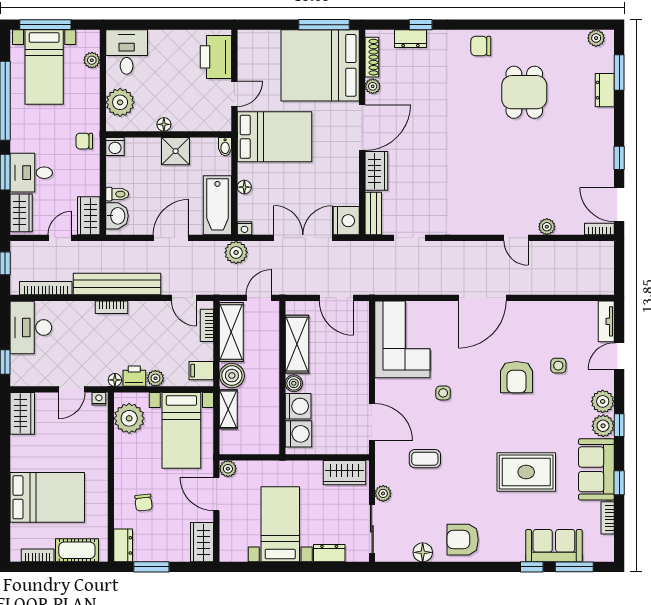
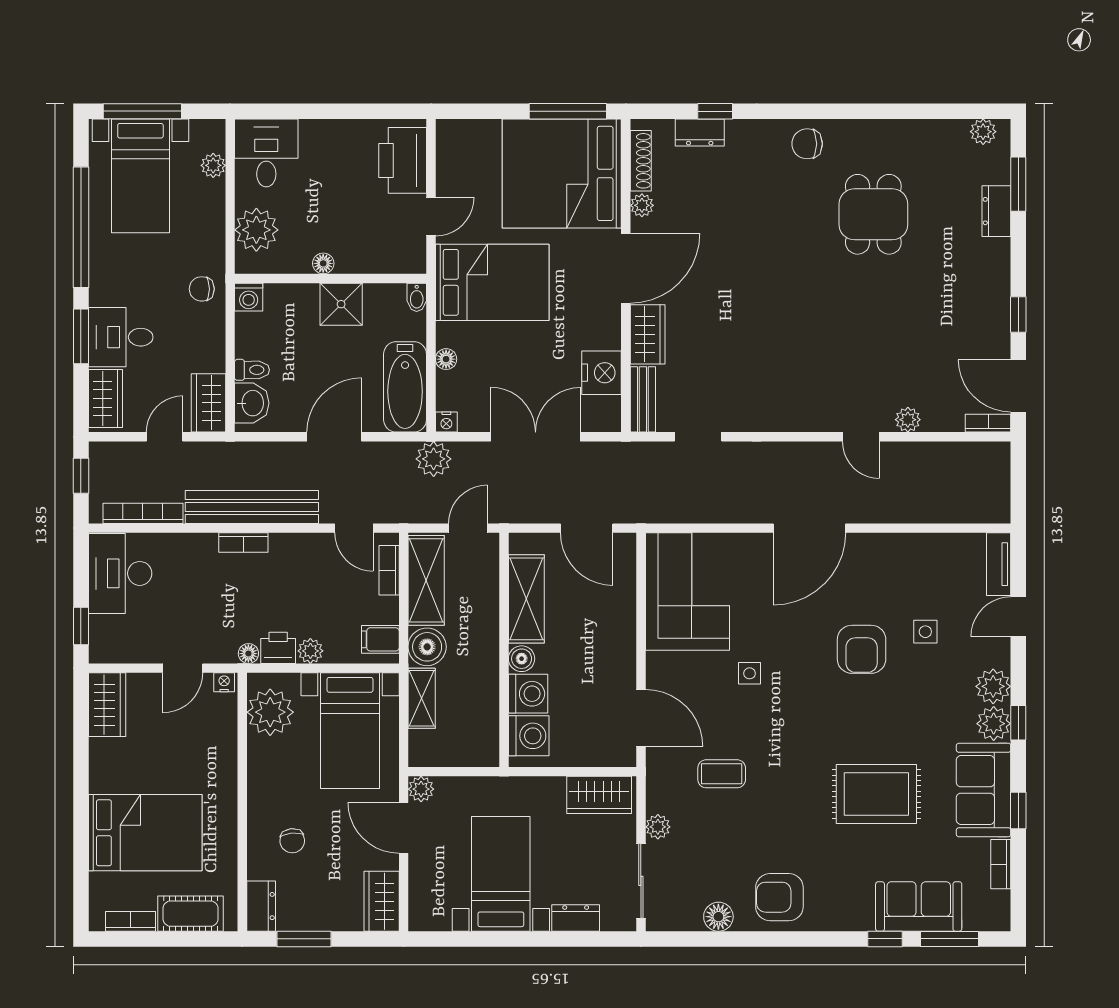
nightstand: (346, 221) -> (602, 373), moved

